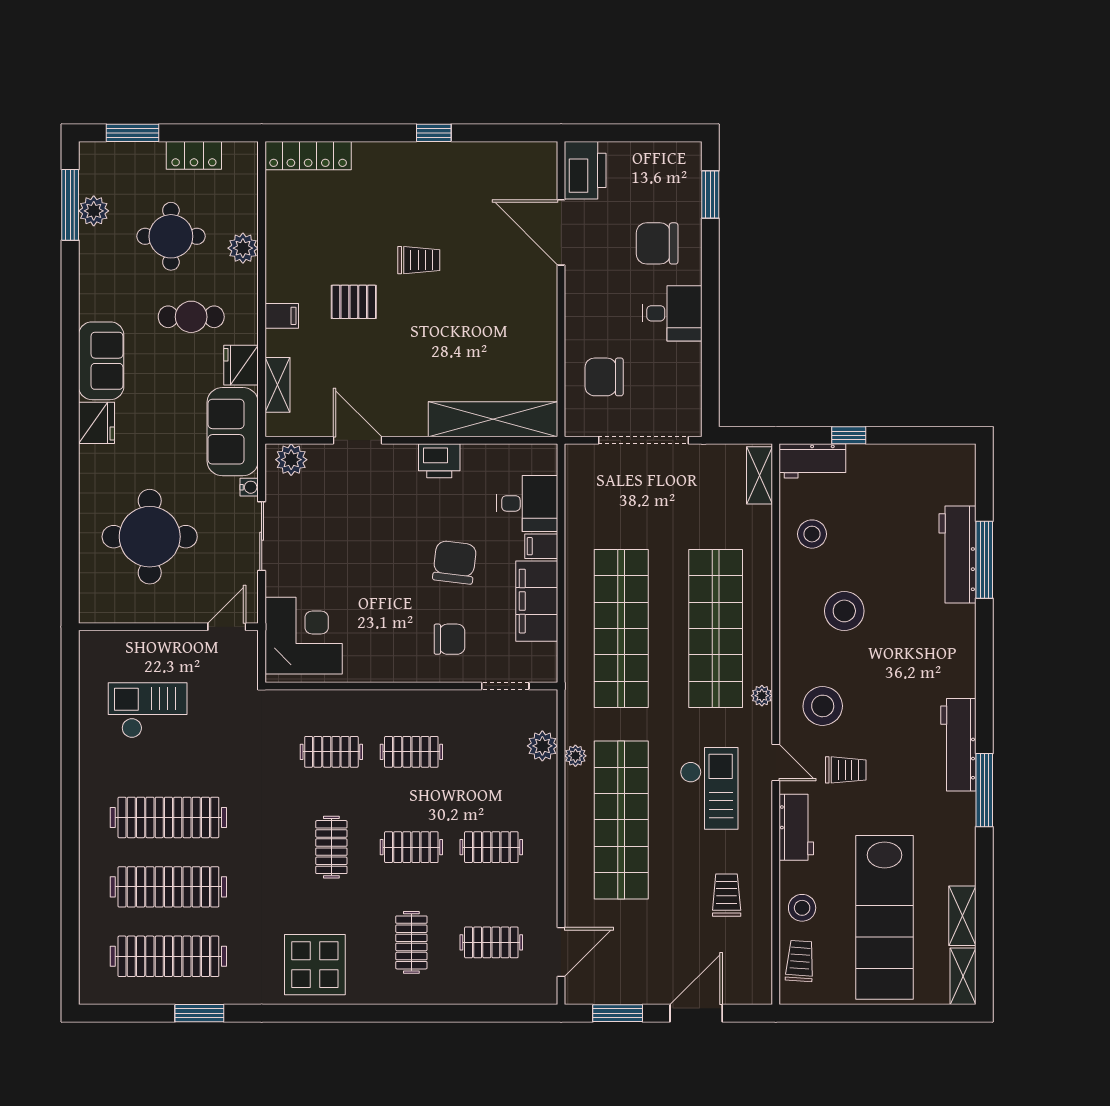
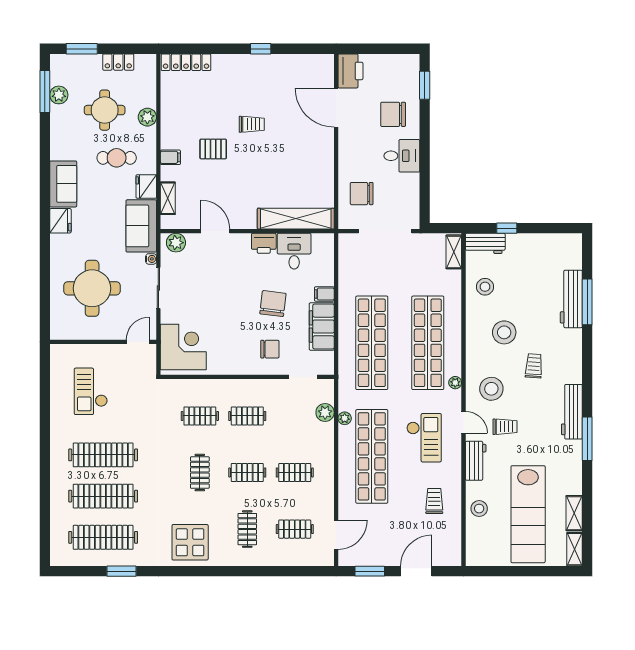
desk: (527, 503) -> (294, 251), moved, turned -90
checkout: (148, 710) -> (91, 391), turned -90
trolley: (800, 961) -> (534, 366), moved

